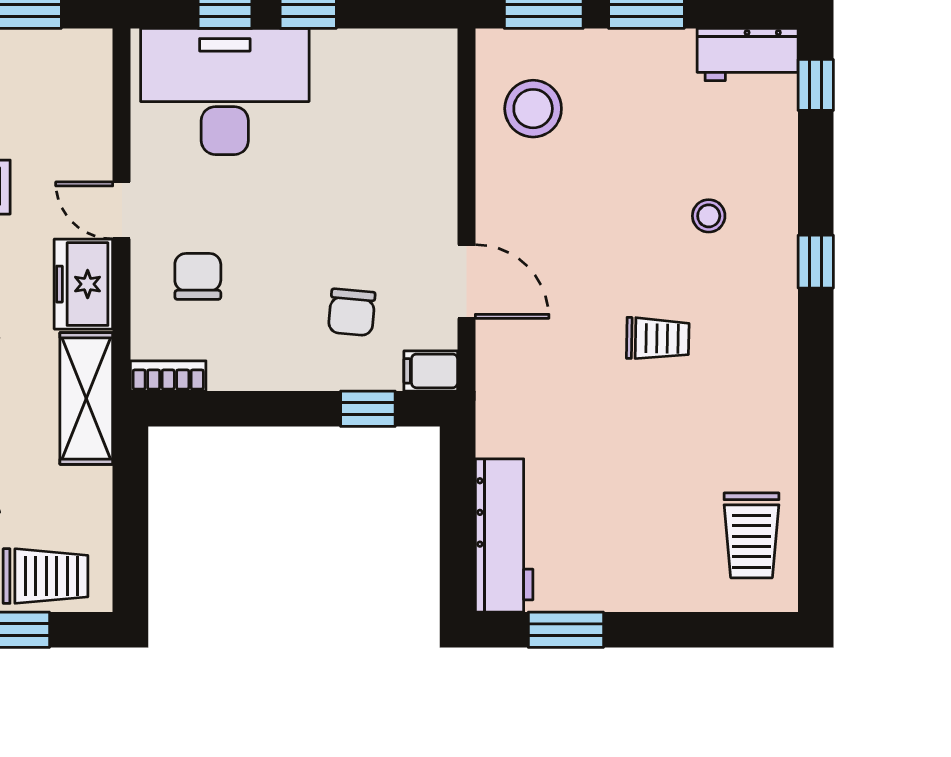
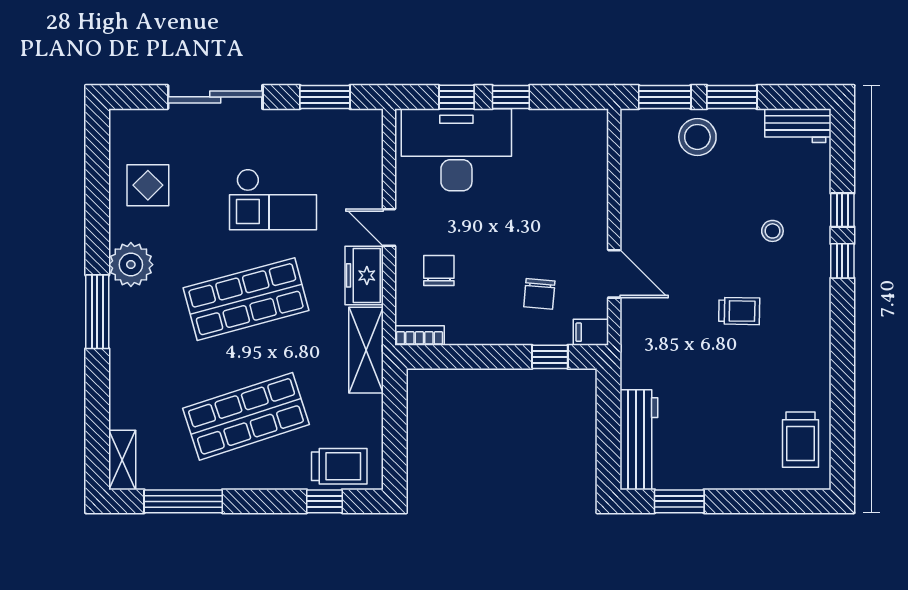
window: (816, 85) -> (842, 210), moved
stool: (533, 109) -> (697, 137), moved

